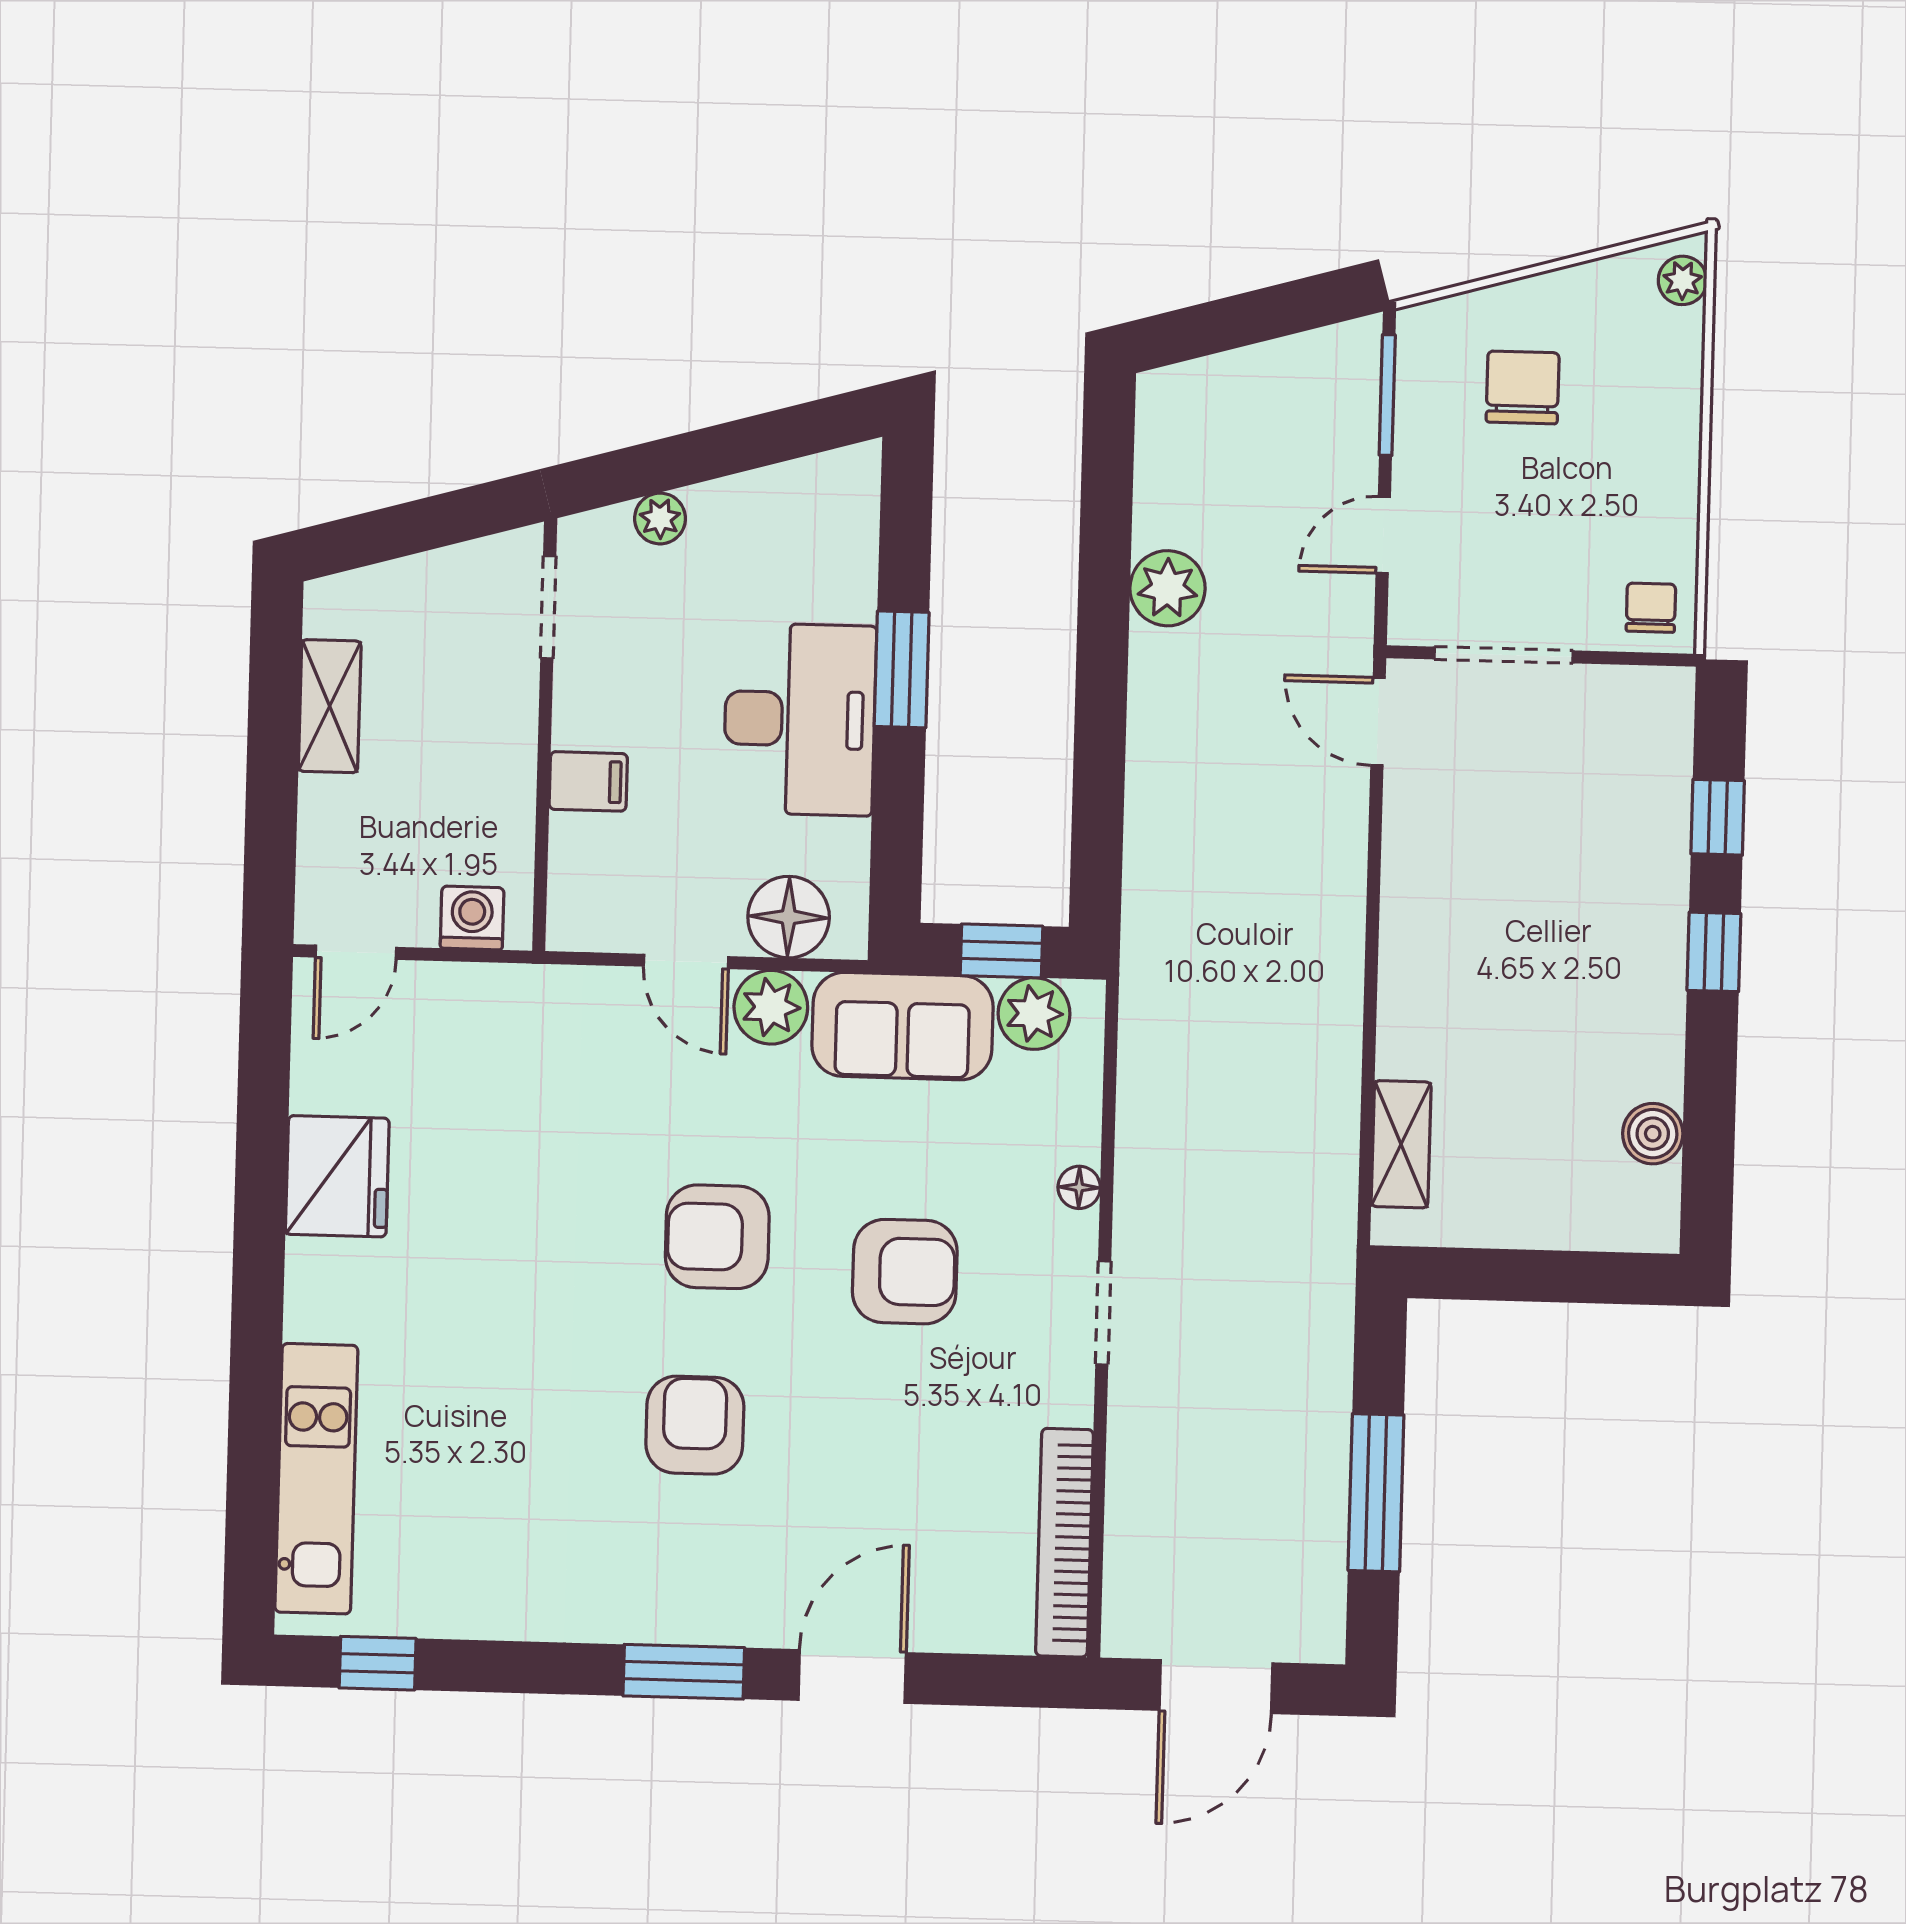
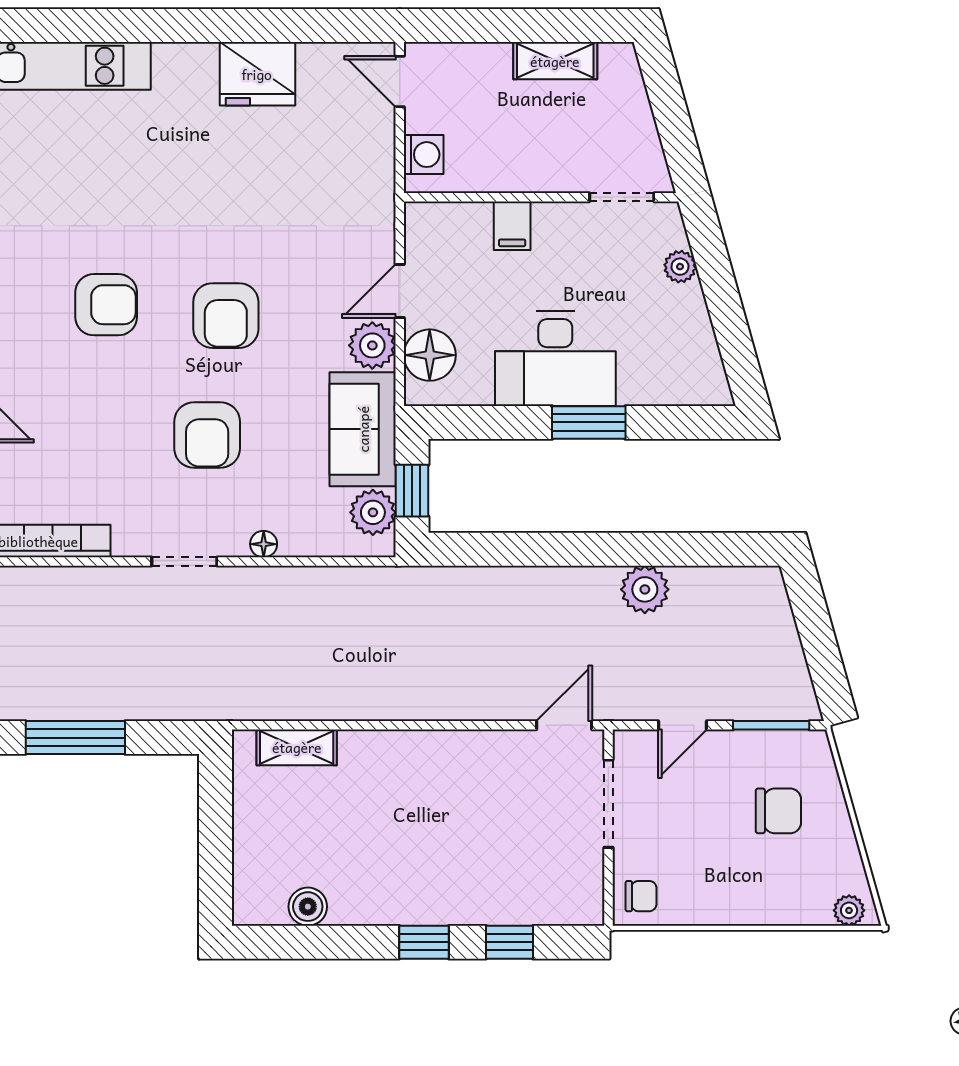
door: (1383, 535) -> (682, 725), swing flipped
armchair: (717, 1237) -> (226, 316), turned 180

